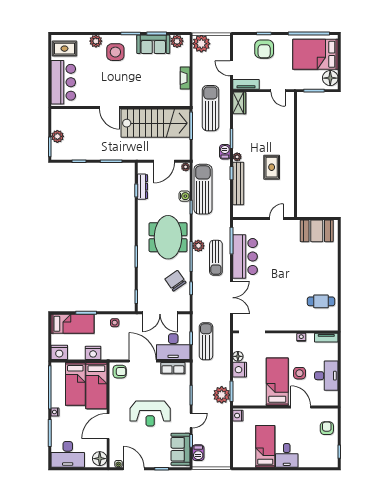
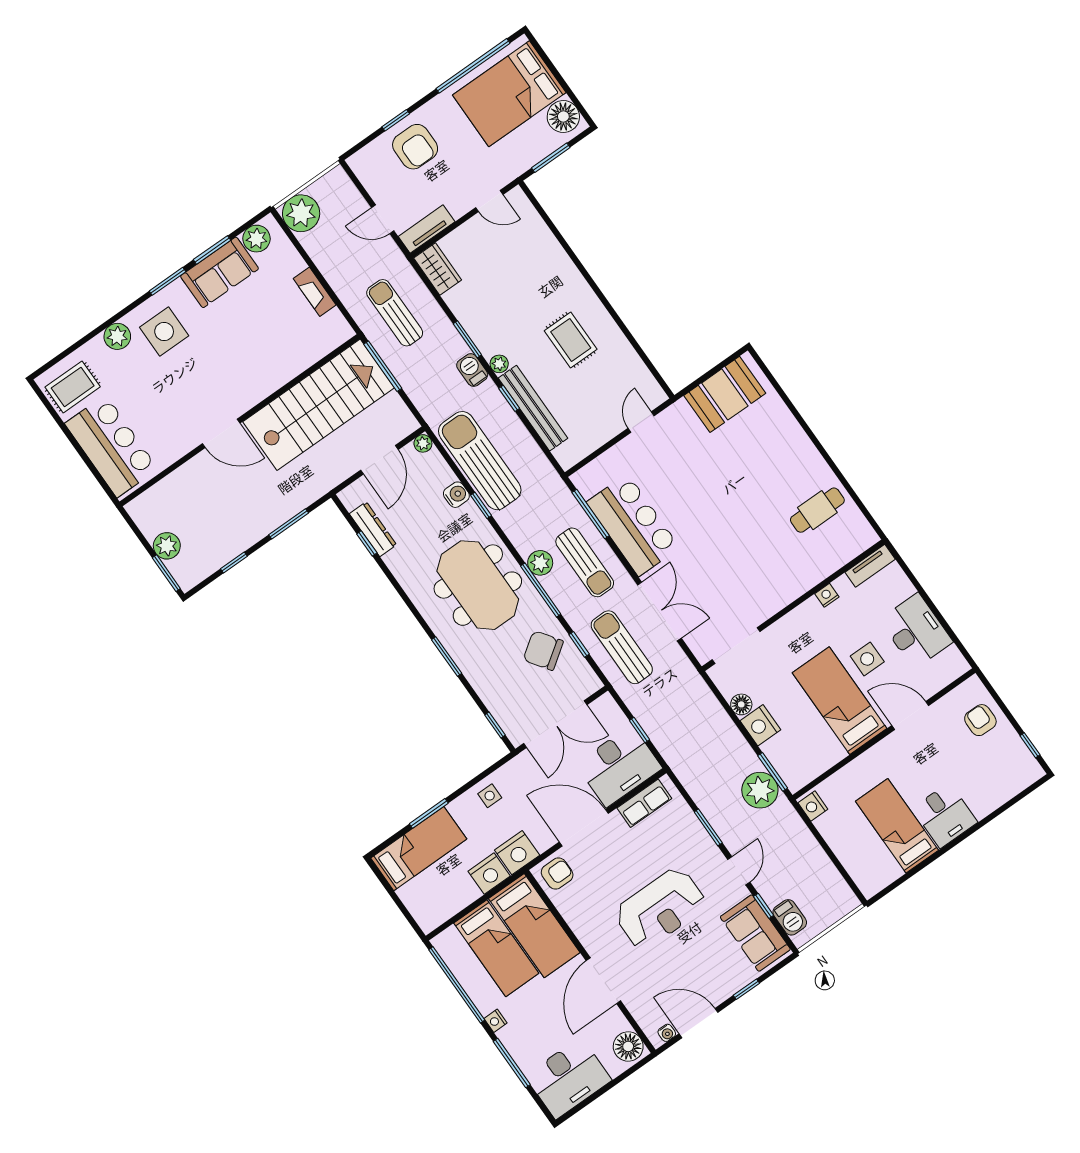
sun lounger: (210, 108) -> (395, 313), width x0.73, depth x0.75
sun lounger: (206, 341) -> (622, 647), moved
nightstand: (59, 352) -> (517, 853), moved

